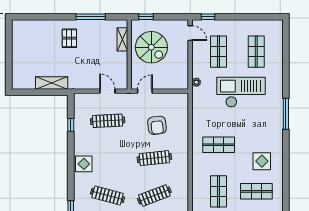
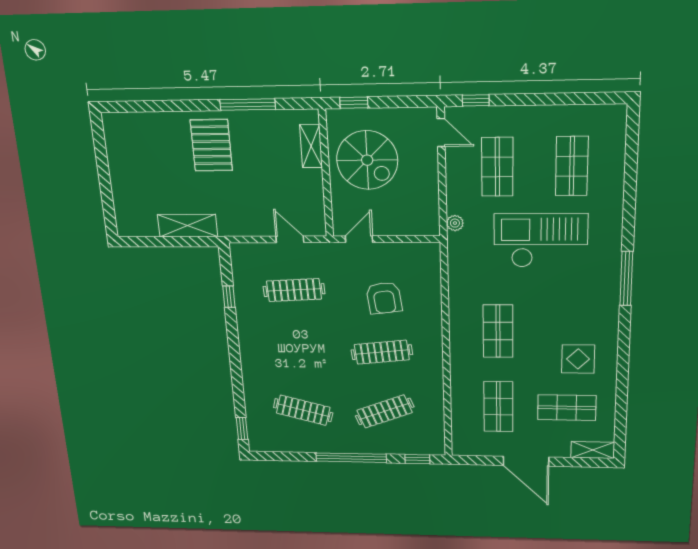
pallet: (69, 38) -> (211, 145), width x1.50, depth x1.42
shop shelf: (219, 145) -> (498, 331), turned 90
display table: (84, 164) -> (258, 360), removed

